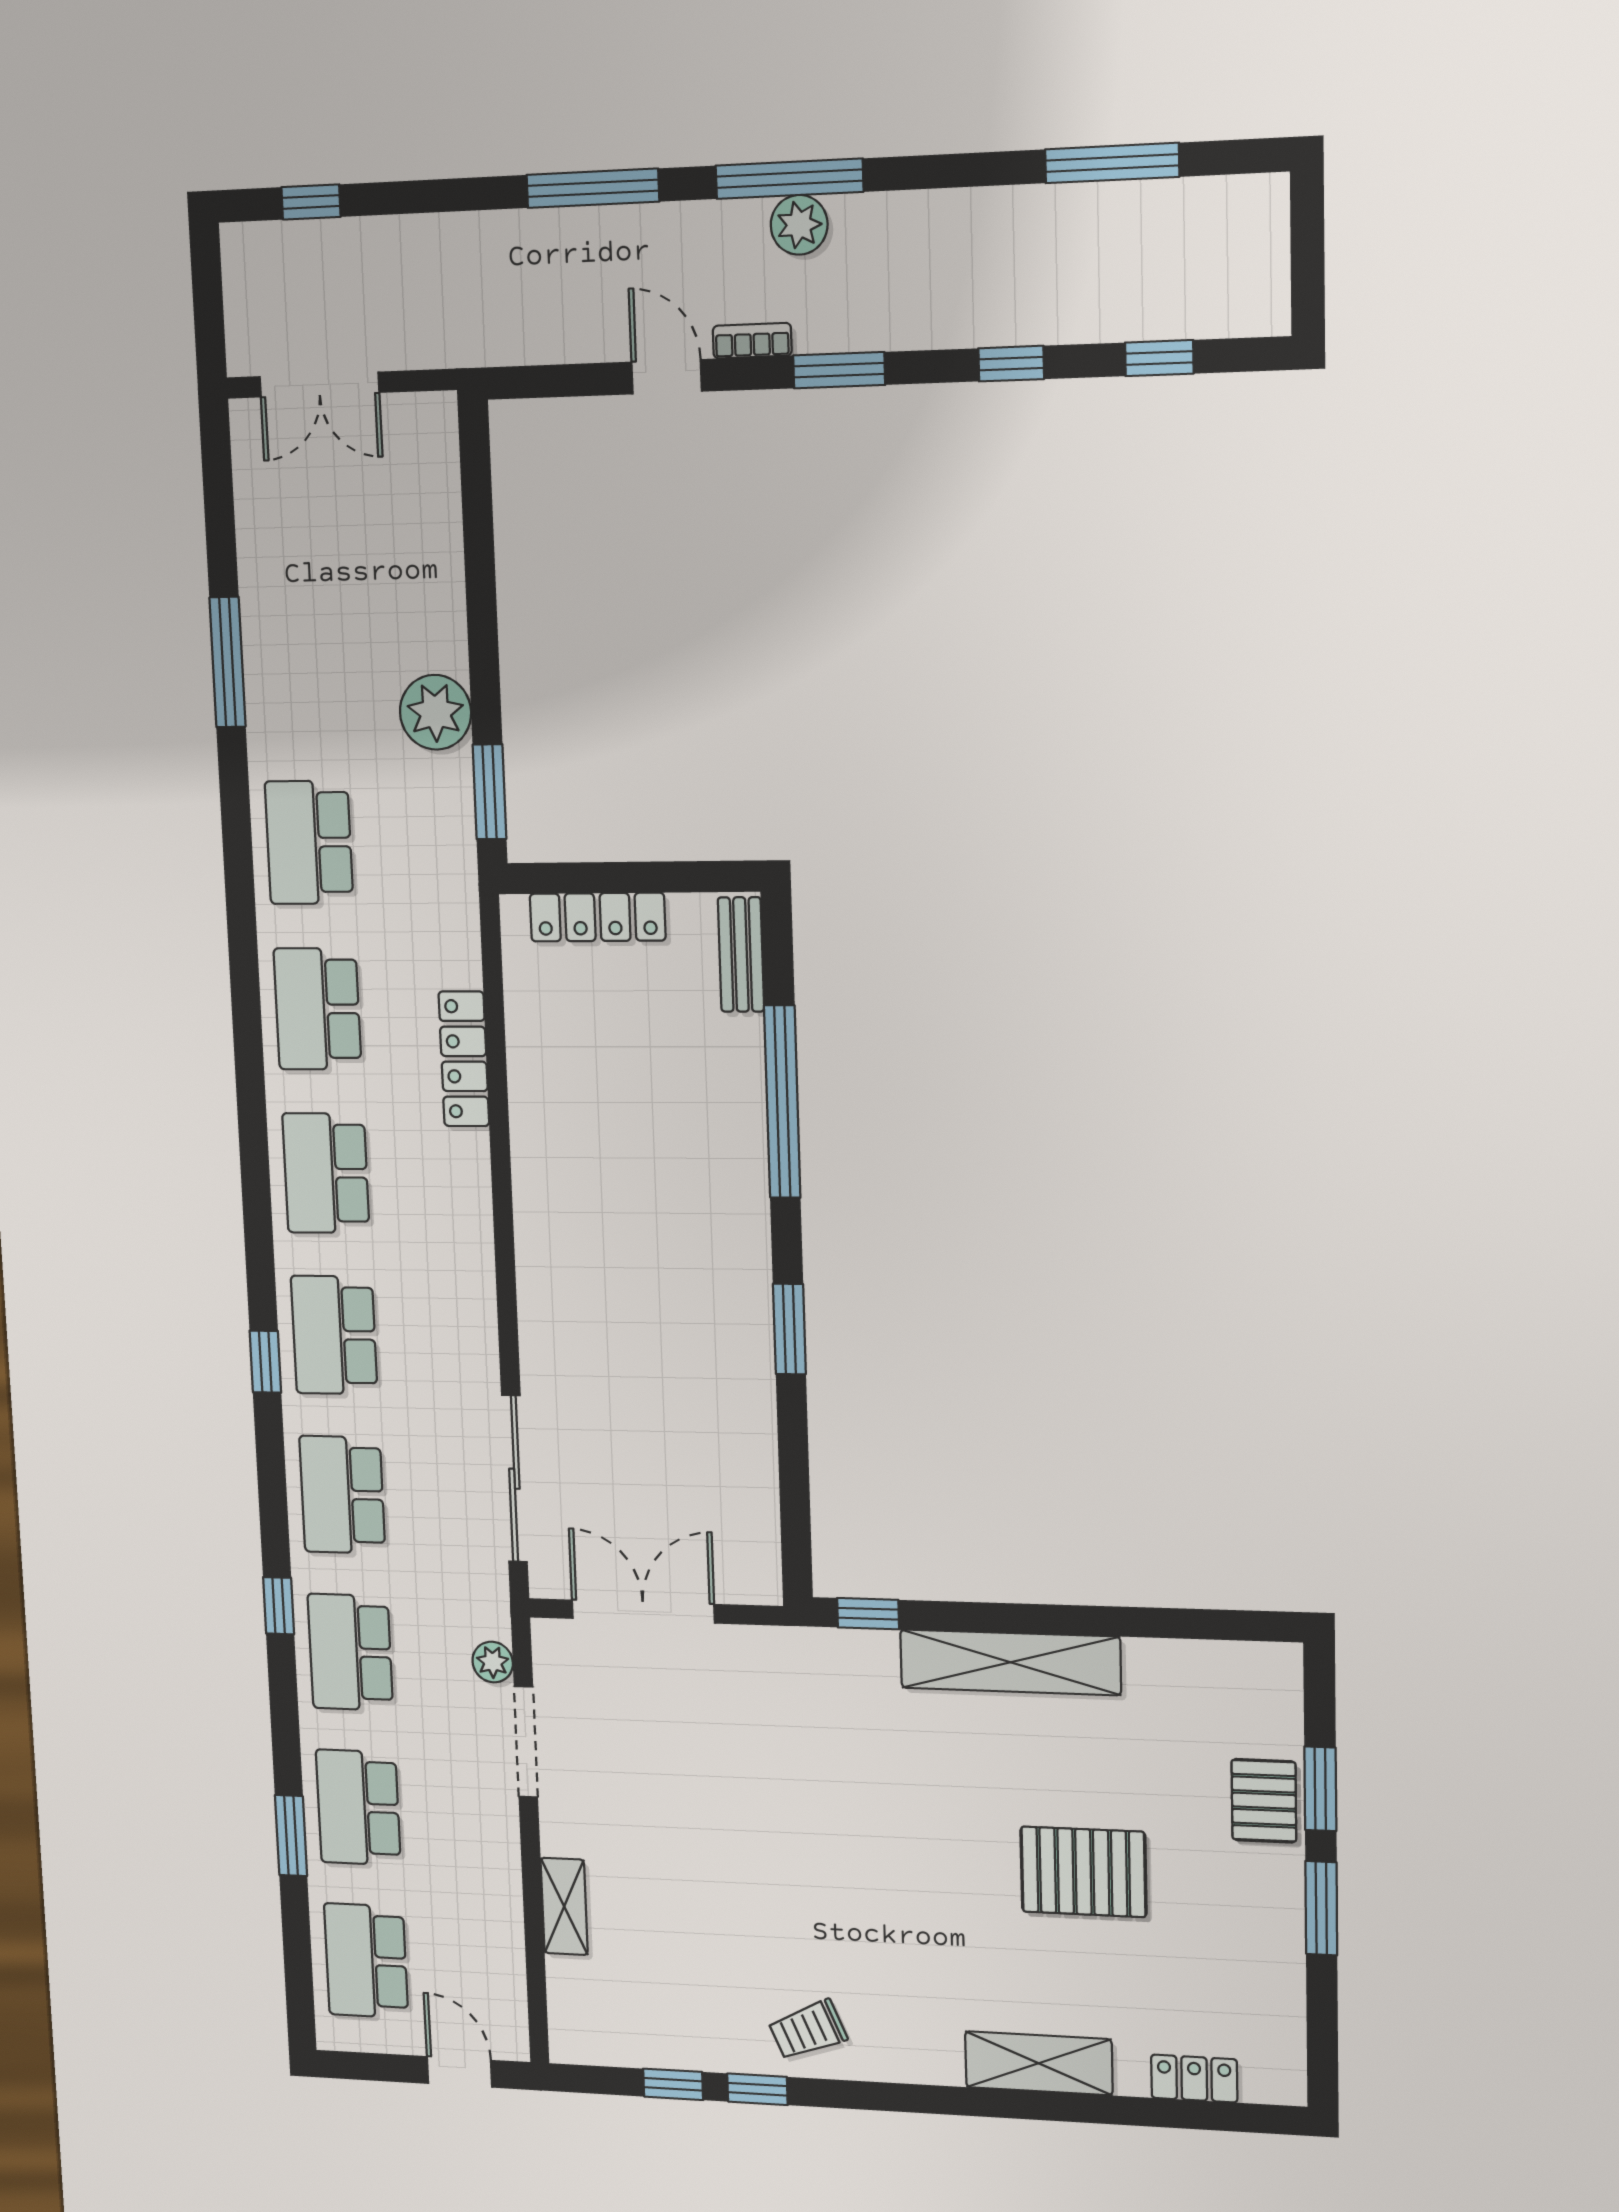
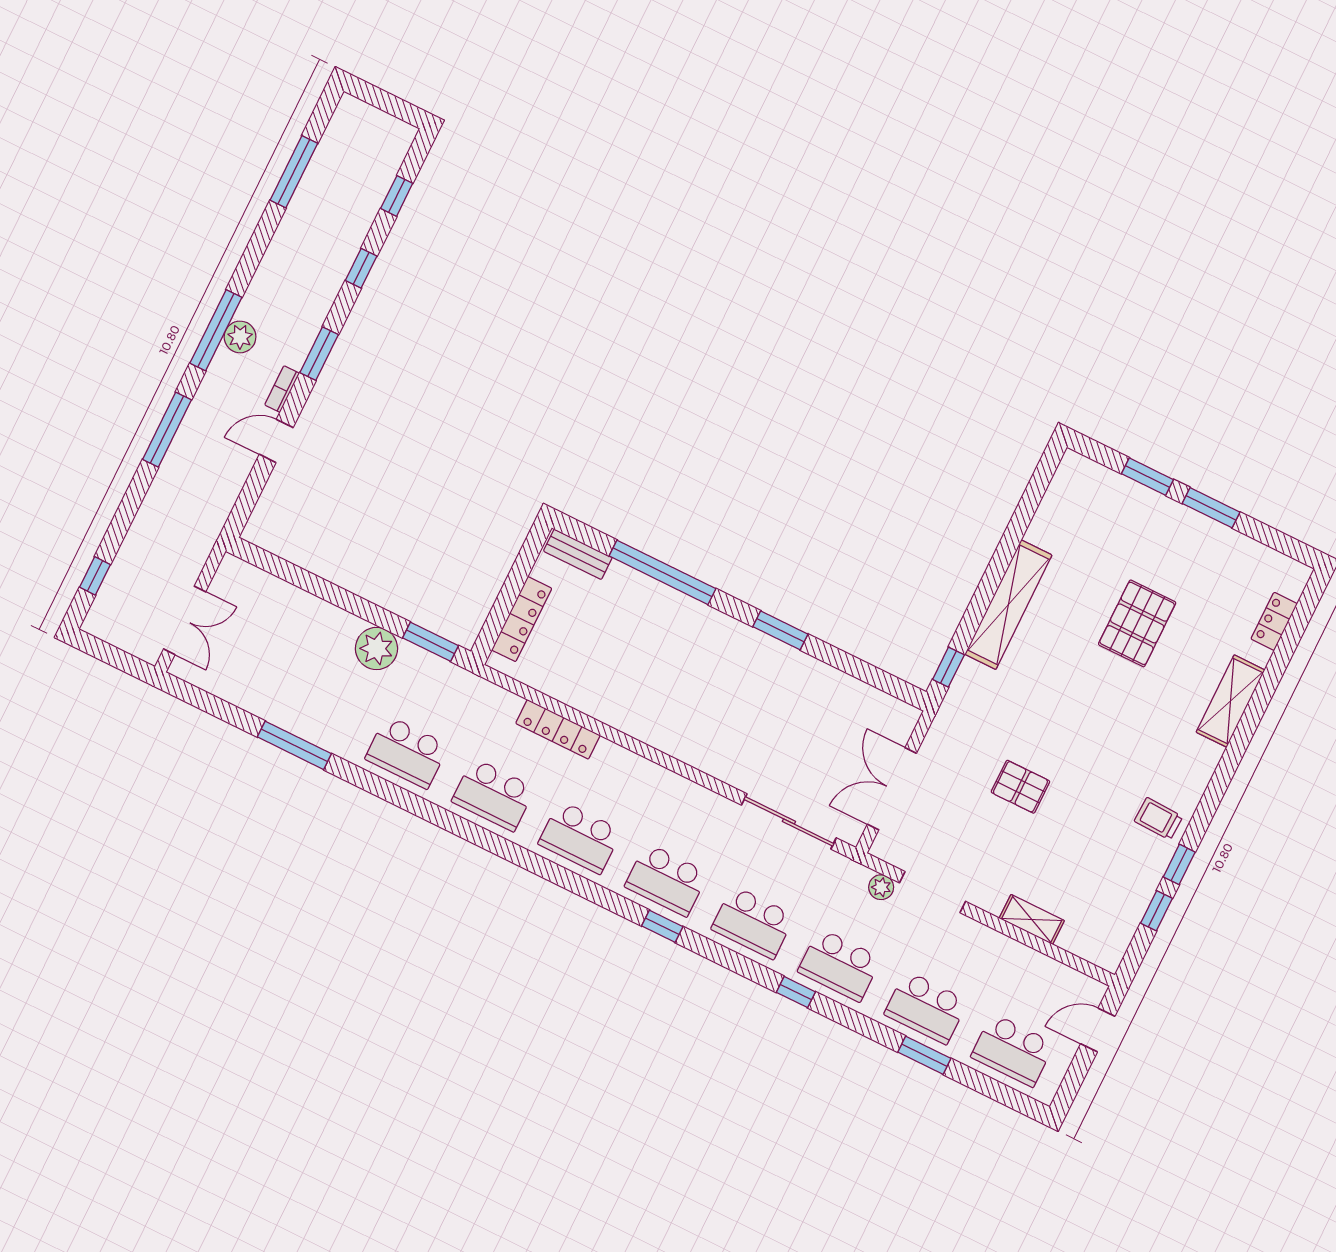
pallet: (1264, 1801) -> (1020, 787), moved
trolley: (808, 2030) -> (1158, 819), turned 115

